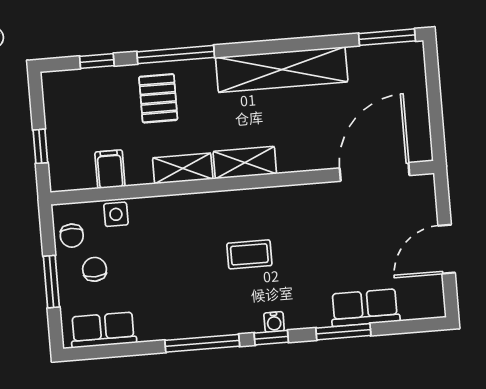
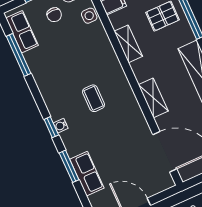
shelving: (245, 163) -> (153, 98), moved
chair: (95, 269) -> (54, 15), turned 92
window: (202, 343) -> (19, 55), moved

